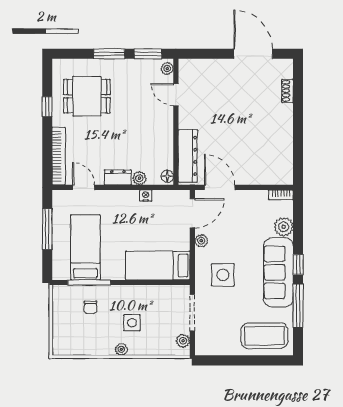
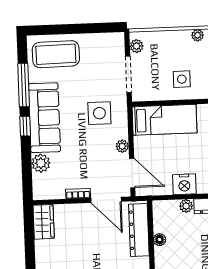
wardrobe: (283, 168) -> (44, 222), added
floor lamp: (167, 176) -> (160, 240), moved
bookcase: (281, 195) -> (78, 194), moved
nightstand: (146, 196) -> (184, 184), width x1.89, depth x1.79
door: (192, 213) -> (132, 173), swing flipped
side table: (132, 323) -> (182, 79), moved

